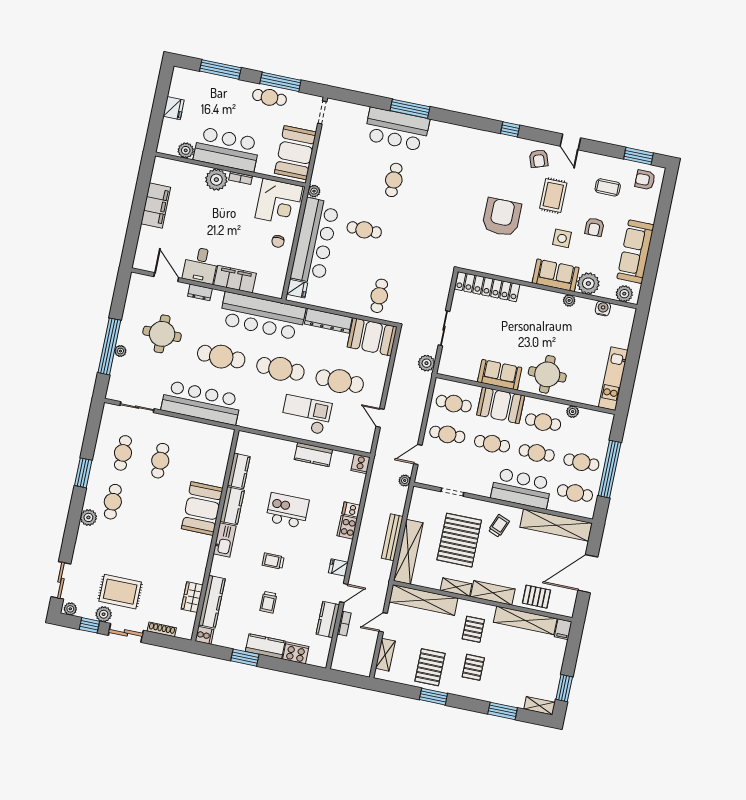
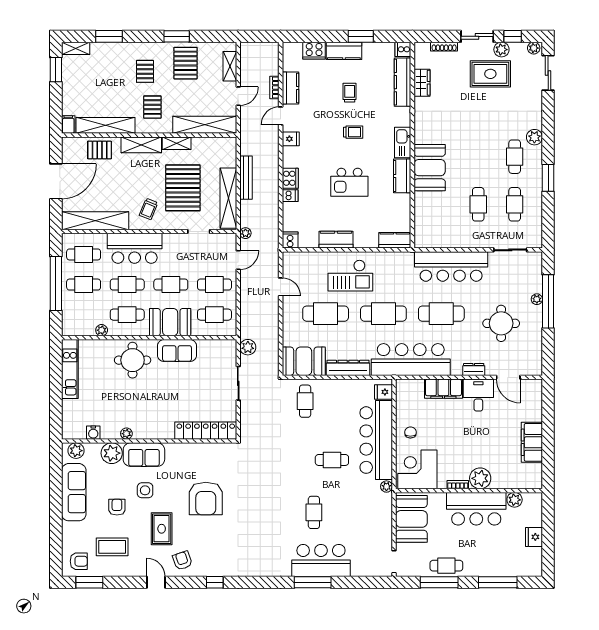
coffee table: (608, 187) -> (112, 547), width x1.36, depth x1.30
kitchen counter: (239, 471) -> (395, 240), moved, turned 90
shelving: (408, 552) -> (228, 198), moved

